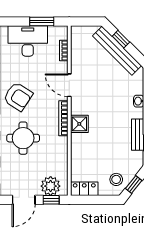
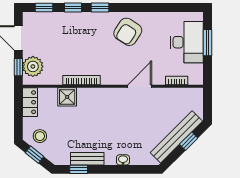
window: (42, 21) -> (207, 43), moved
bookcase: (63, 118) -> (81, 80), moved
shower: (79, 124) -> (67, 97), moved
round table: (23, 138) -> (84, 37), removed

